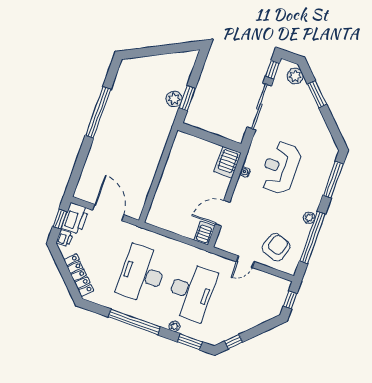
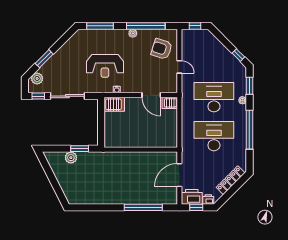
plant: (174, 99) -> (71, 158), moved
window: (98, 113) -> (143, 207), moved
desk: (142, 274) -> (214, 136), turned 180

